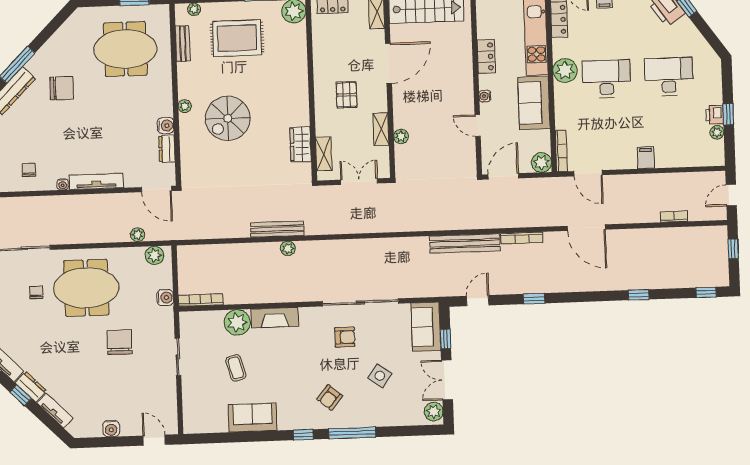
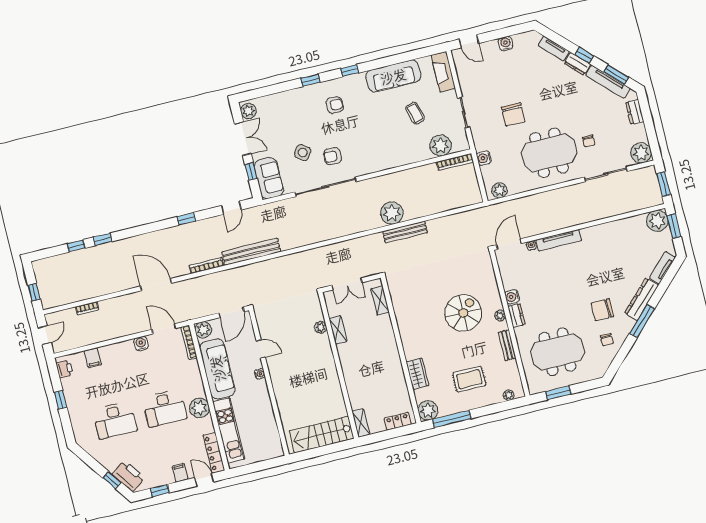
rug: (237, 38) -> (469, 379), width x0.73, depth x0.70
bench: (183, 44) -> (507, 345), moved
locker: (486, 56) -> (265, 406), removed
door: (389, 63) -> (343, 384), removed
pallet: (347, 95) -> (371, 352), removed
sofa: (534, 103) -> (217, 369), width x1.36
printer: (715, 115) -> (65, 369), moved
plant: (717, 132) -> (67, 383), removed
wardrobe: (300, 144) -> (417, 374), moved
dresser: (167, 149) -> (516, 315), moved
filing cabinet: (646, 158) -> (93, 358), moved
water cooler: (619, 161) -> (141, 344), added
chair: (29, 170) -> (607, 340), moved
water cooler: (63, 184) -> (531, 245), moved
door: (156, 189) -> (509, 244), hinge flipped
plant: (138, 235) -> (517, 204), removed
plant: (288, 248) -> (392, 213), width x1.88, depth x1.88
window: (706, 292) -> (76, 246), moved
fireplace: (275, 318) -> (443, 72), moved, turned -90
plant: (237, 322) -> (441, 145), moved
side table: (380, 376) -> (303, 153), moved
armchair: (330, 398) -> (335, 105), turned 50
sofa: (253, 418) -> (393, 76), width x1.36
window: (352, 433) -> (310, 80), width x0.46

